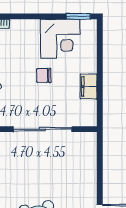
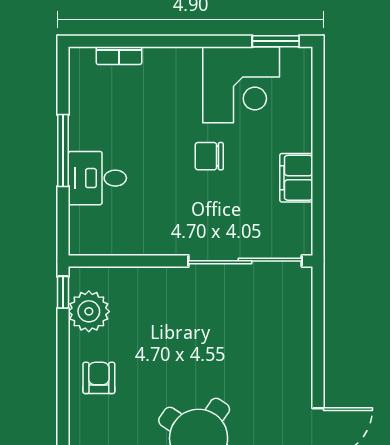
sliding door: (43, 129) -> (245, 261), moved

